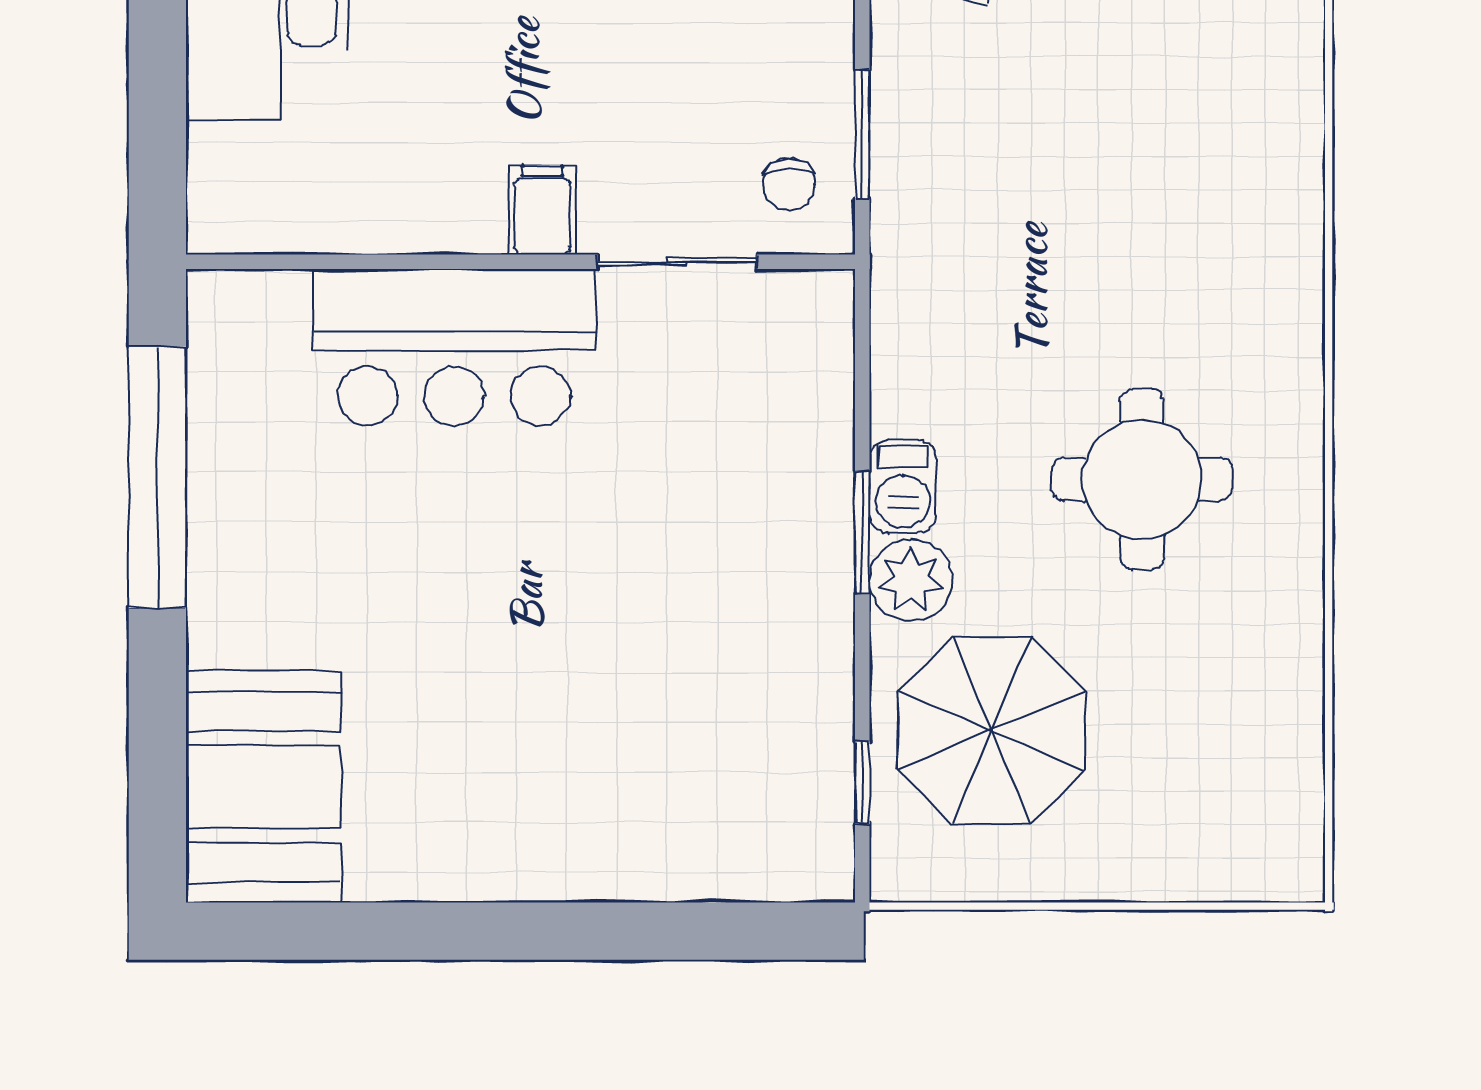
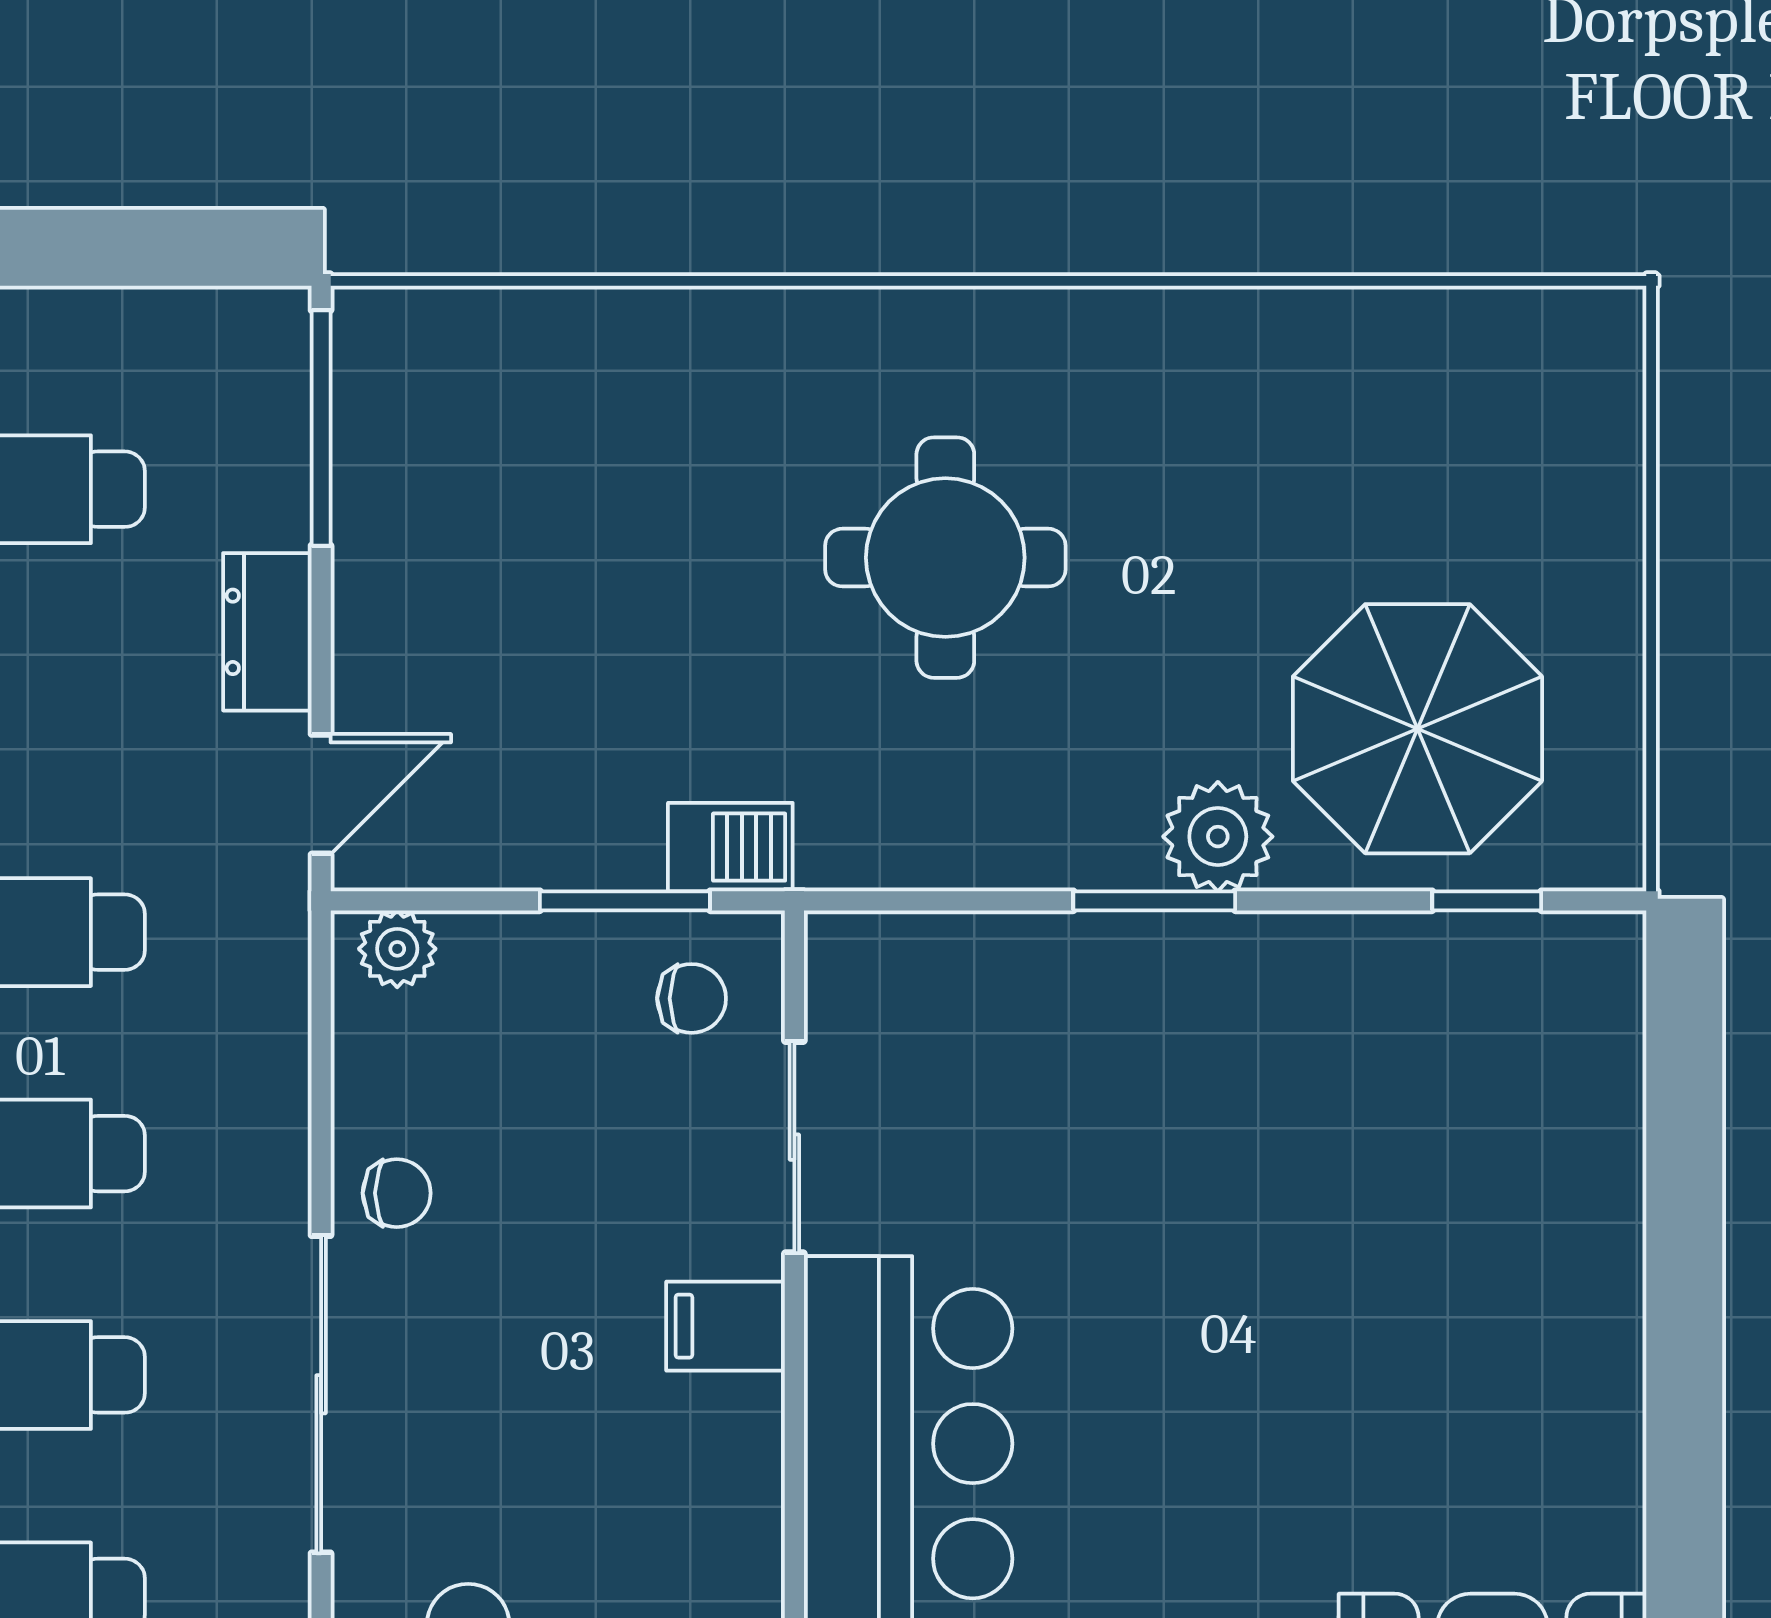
round table: (1142, 479) -> (945, 558), moved
barbecue: (903, 486) -> (730, 847), moved

